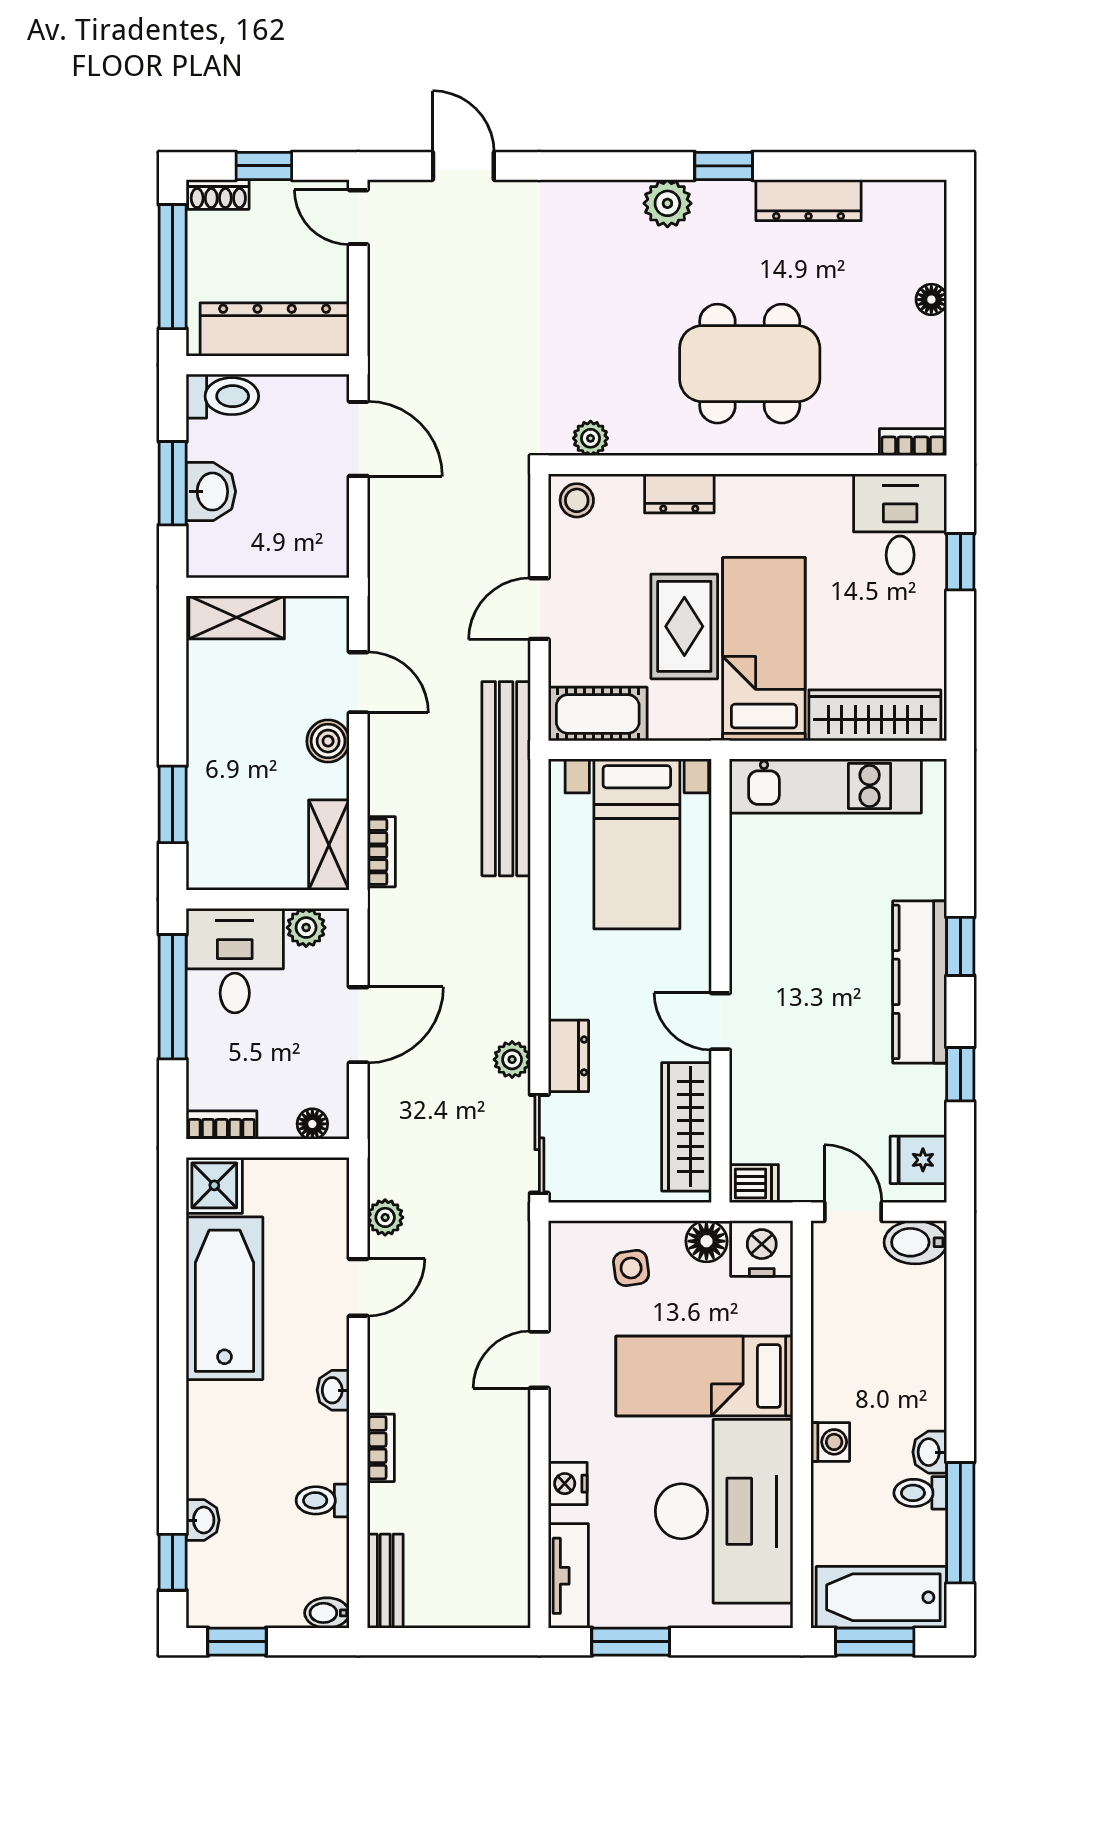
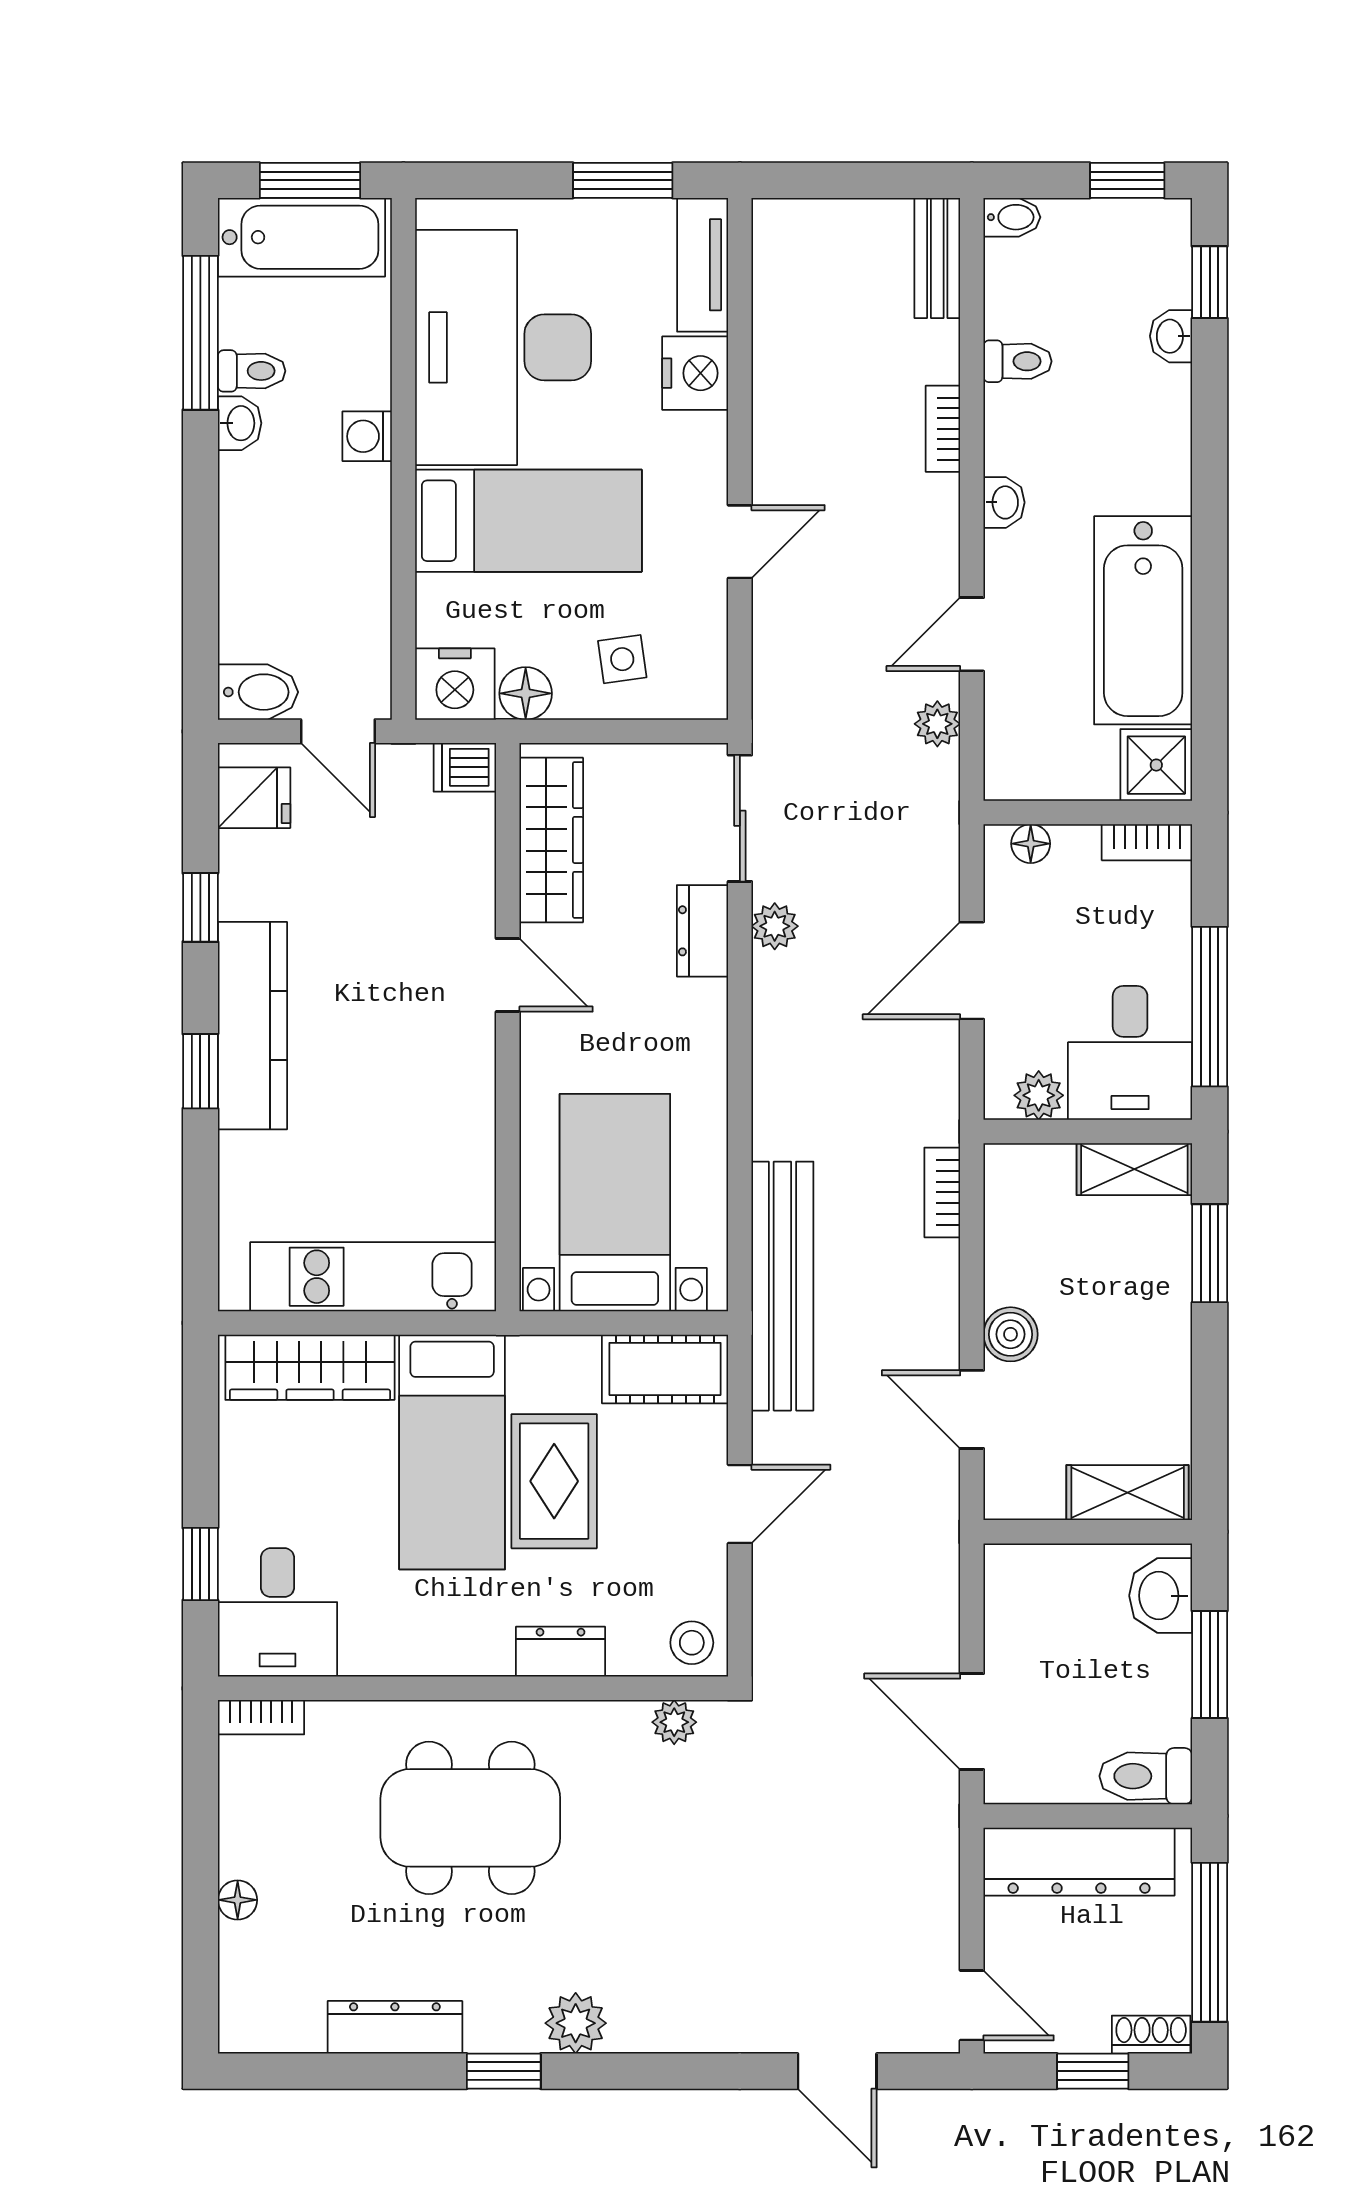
washbasin: (211, 492) -> (1161, 1596), moved
shelving: (329, 845) -> (1134, 1169), moved, turned 90
nightstand: (568, 1484) -> (695, 373), width x1.36, depth x1.33

